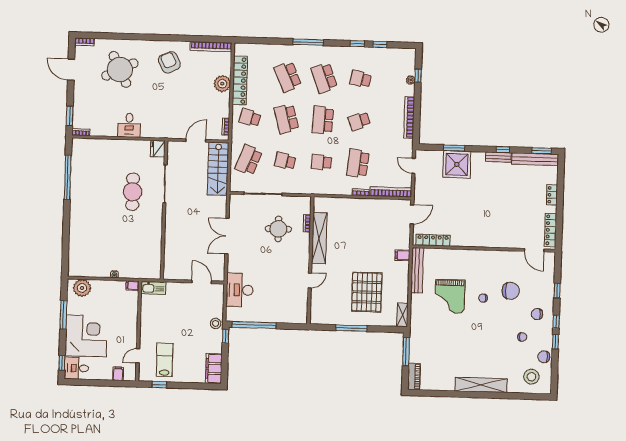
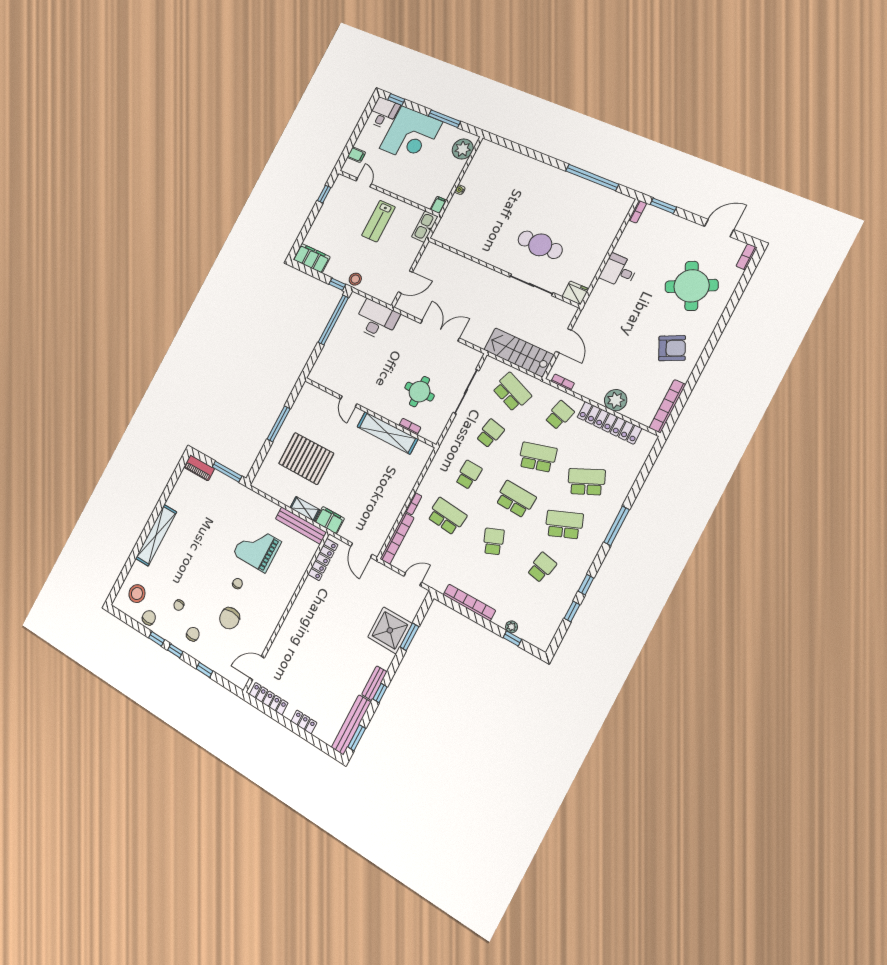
filing cabinet: (402, 255) -> (330, 520), width x2.00
shelving: (402, 315) -> (305, 509), moved
lab bench: (165, 360) -> (378, 221), moved, turned 90

